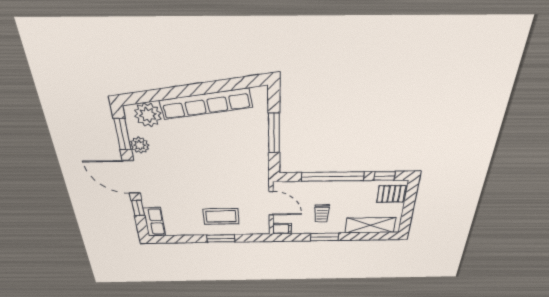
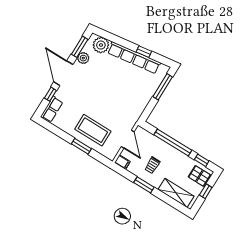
window: (214, 87) -> (144, 52), added
window: (274, 133) -> (163, 87), moved
window: (409, 205) -> (206, 191), added
coffee table: (221, 216) -> (93, 130), width x1.36, depth x1.32

